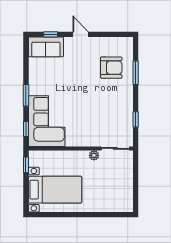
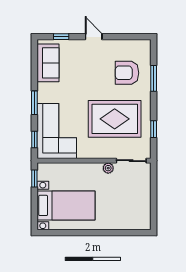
sofa: (46, 47) -> (48, 63), moved, turned -90
armchair: (111, 68) -> (127, 73), turned 180
rug: (100, 110) -> (115, 119), added

